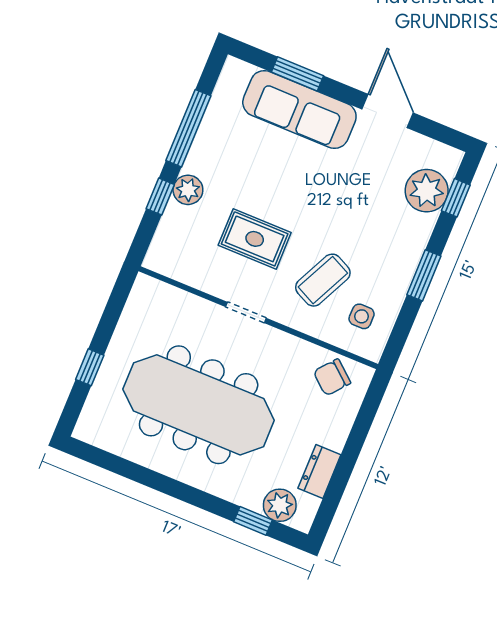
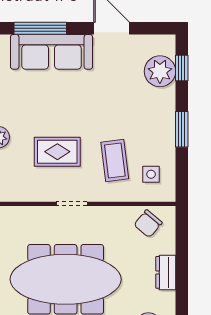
window: (297, 74) -> (40, 28), width x1.44
coffee table: (323, 280) -> (115, 161), turned -33
dresser: (319, 471) -> (166, 272), moved

